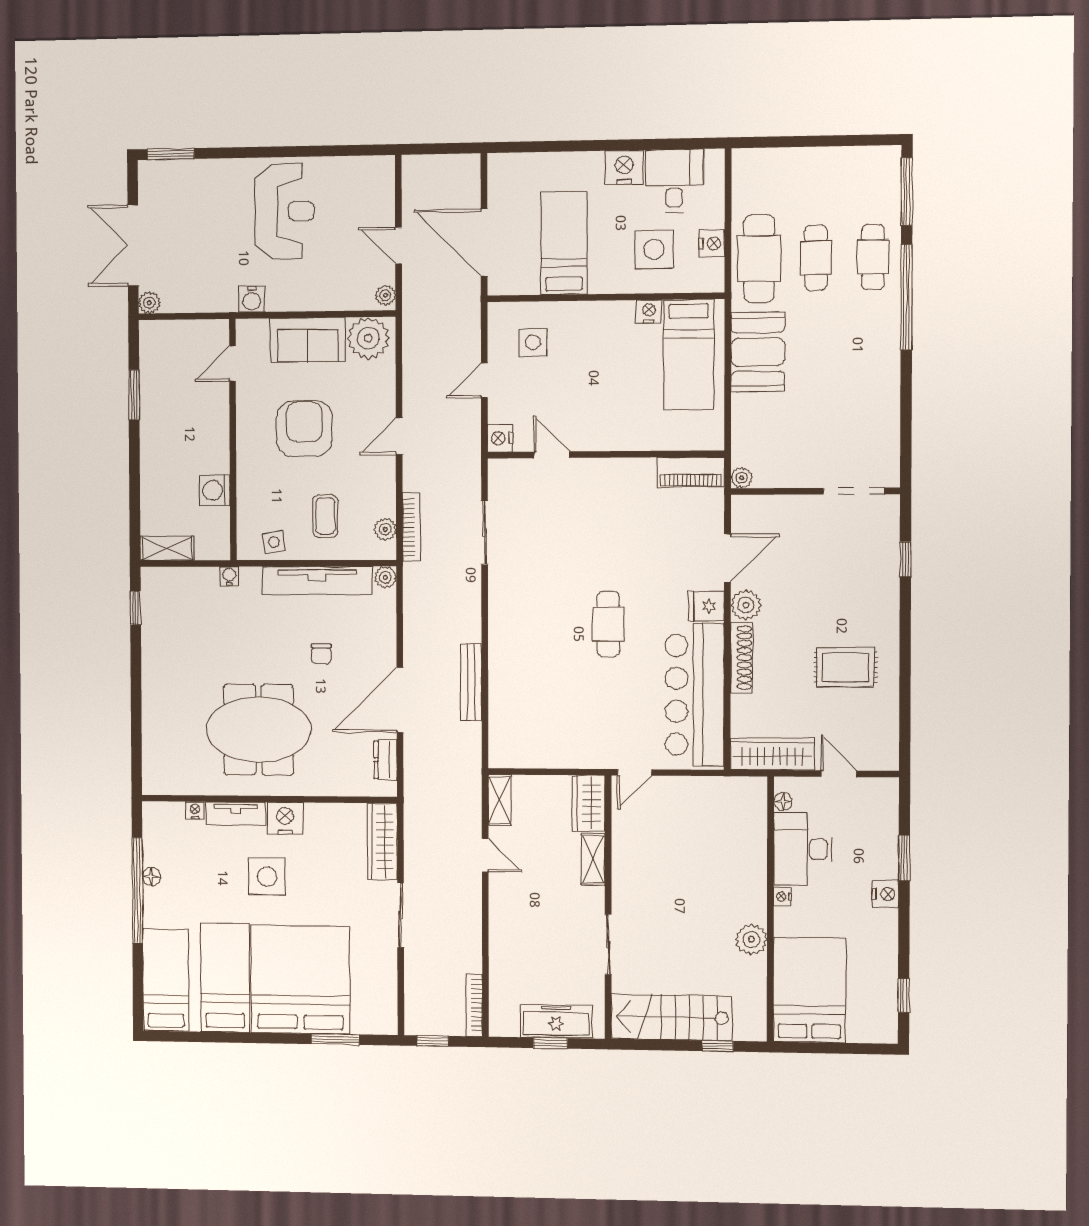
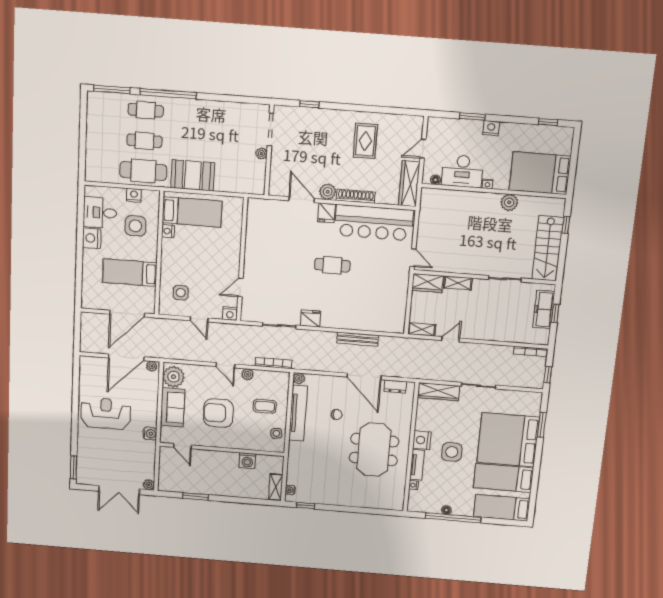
door: (398, 245) -> (126, 357), width x1.87
piano: (691, 472) -> (254, 216), removed
plant: (742, 478) -> (261, 154), moved
plant: (385, 529) -> (248, 374), moved
water cooler: (229, 576) -> (290, 490), moved
fridge: (503, 591) -> (311, 318), added

